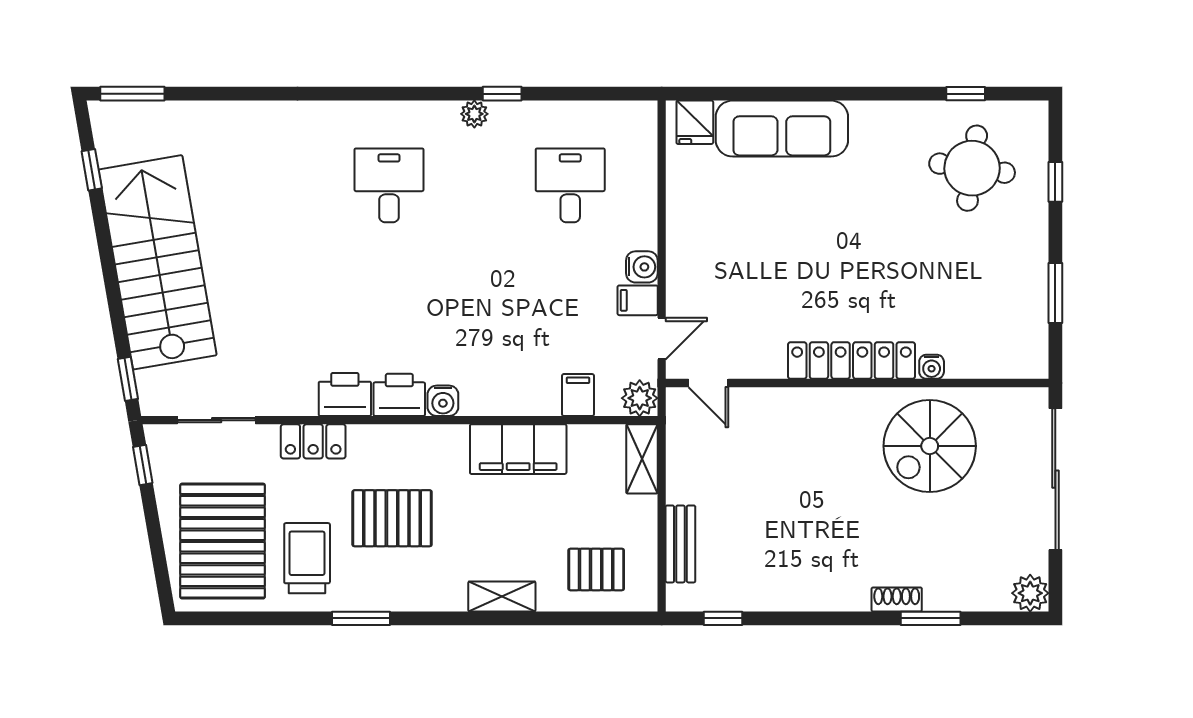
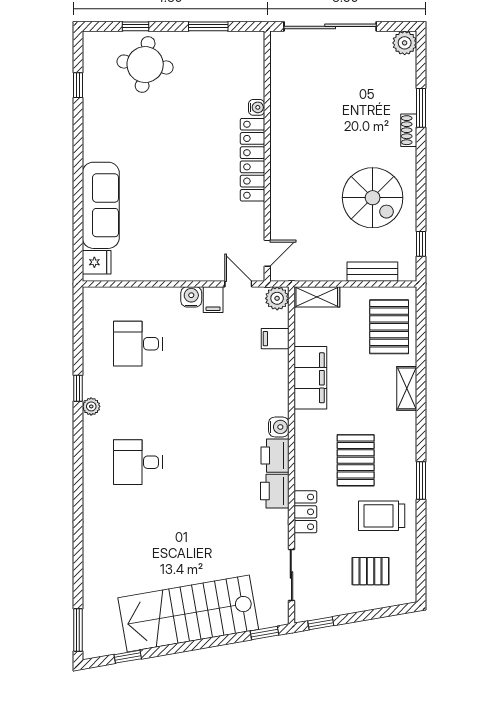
round table: (972, 168) -> (145, 65), moved
spiral stairs: (930, 446) -> (373, 198), moved
pallet: (223, 541) -> (371, 571), width x0.49, depth x0.50
pallet: (596, 569) -> (389, 327), width x1.50, depth x1.42

